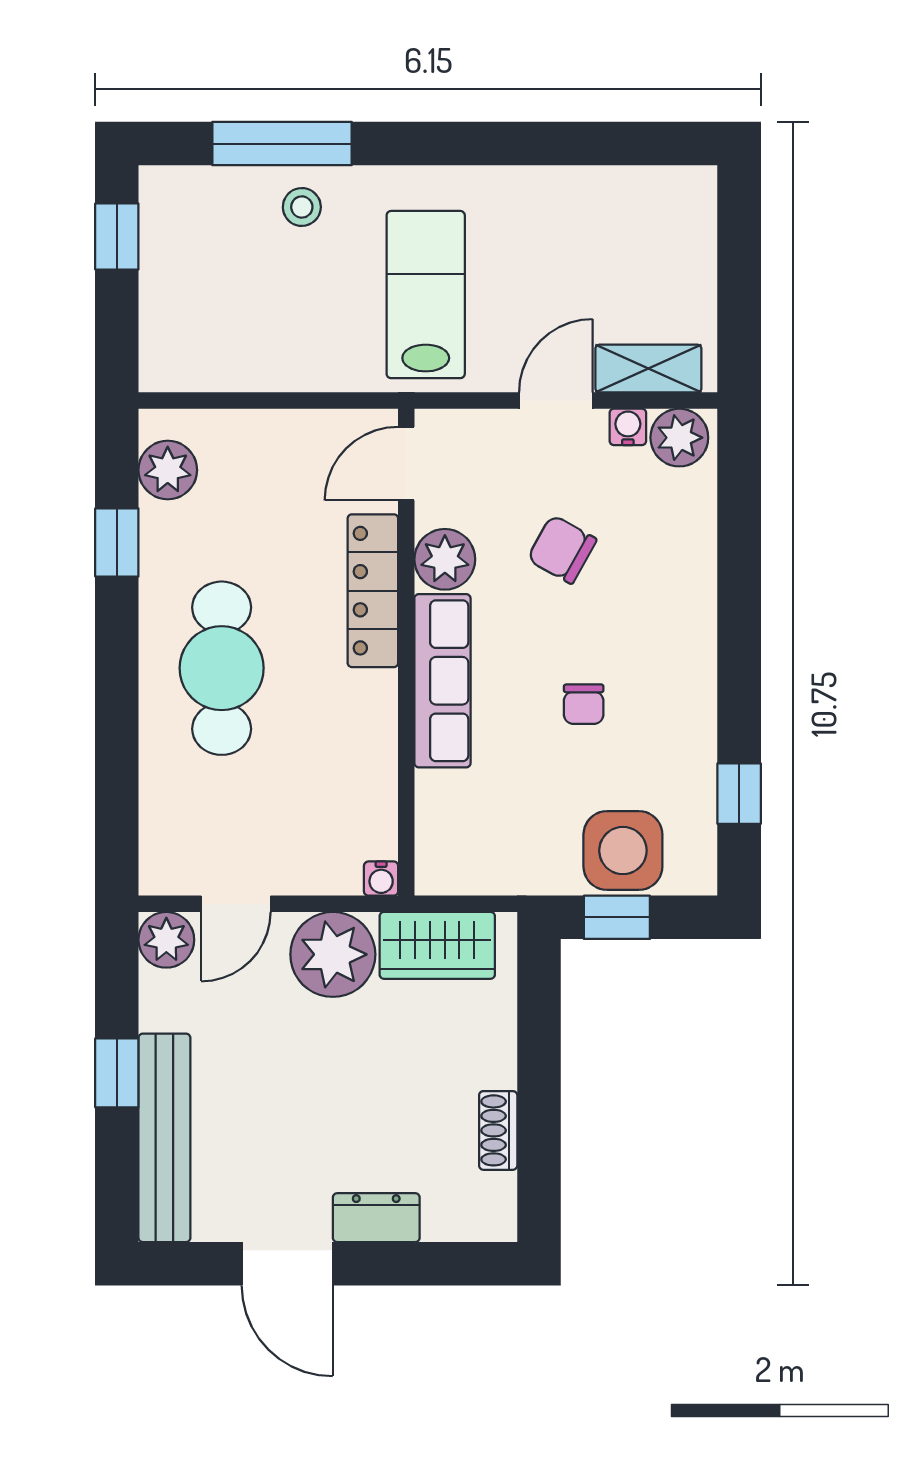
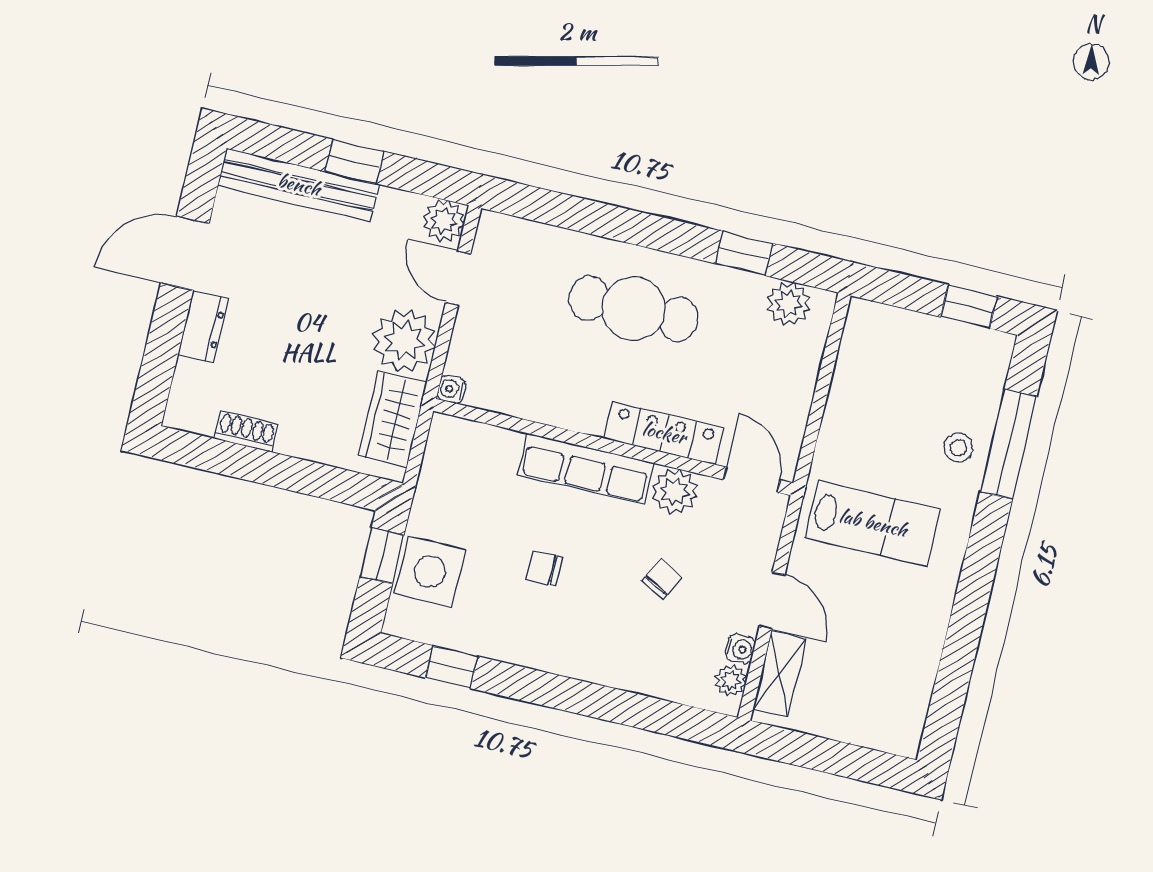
plant: (679, 438) -> (731, 680), width x0.73, depth x0.73
chair: (562, 549) -> (662, 579), width x0.73, depth x0.73

